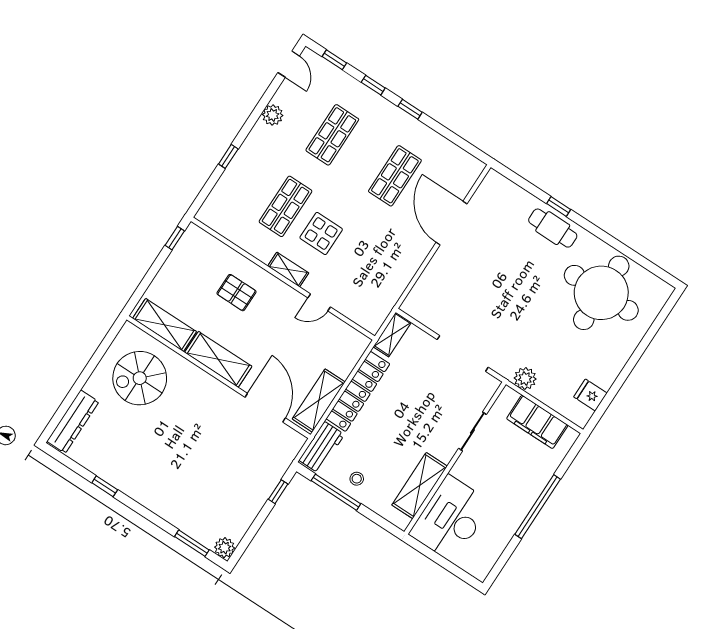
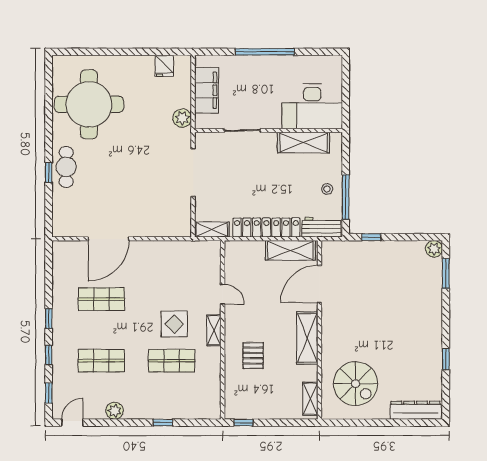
shelving: (165, 325) -> (310, 399), width x0.67, depth x0.75

